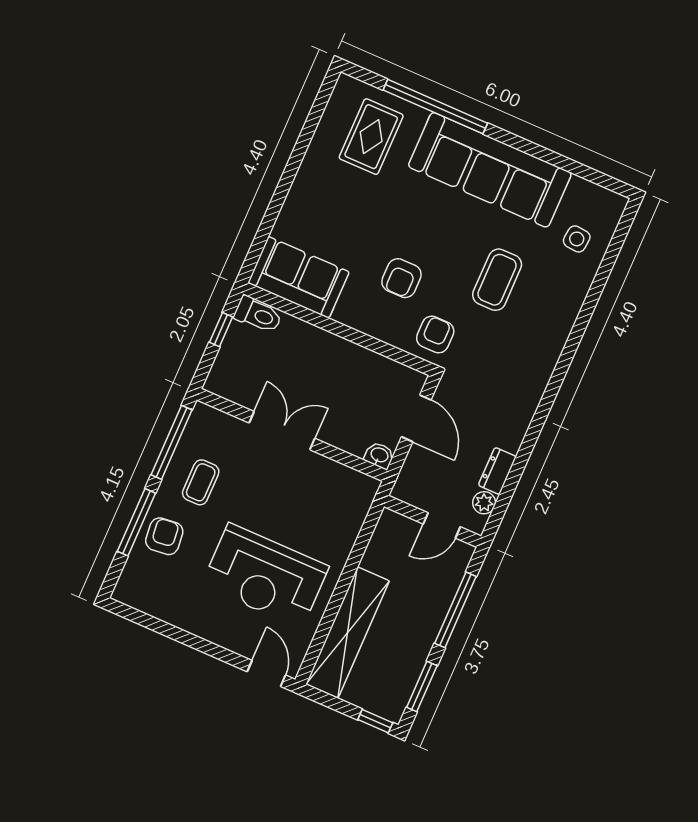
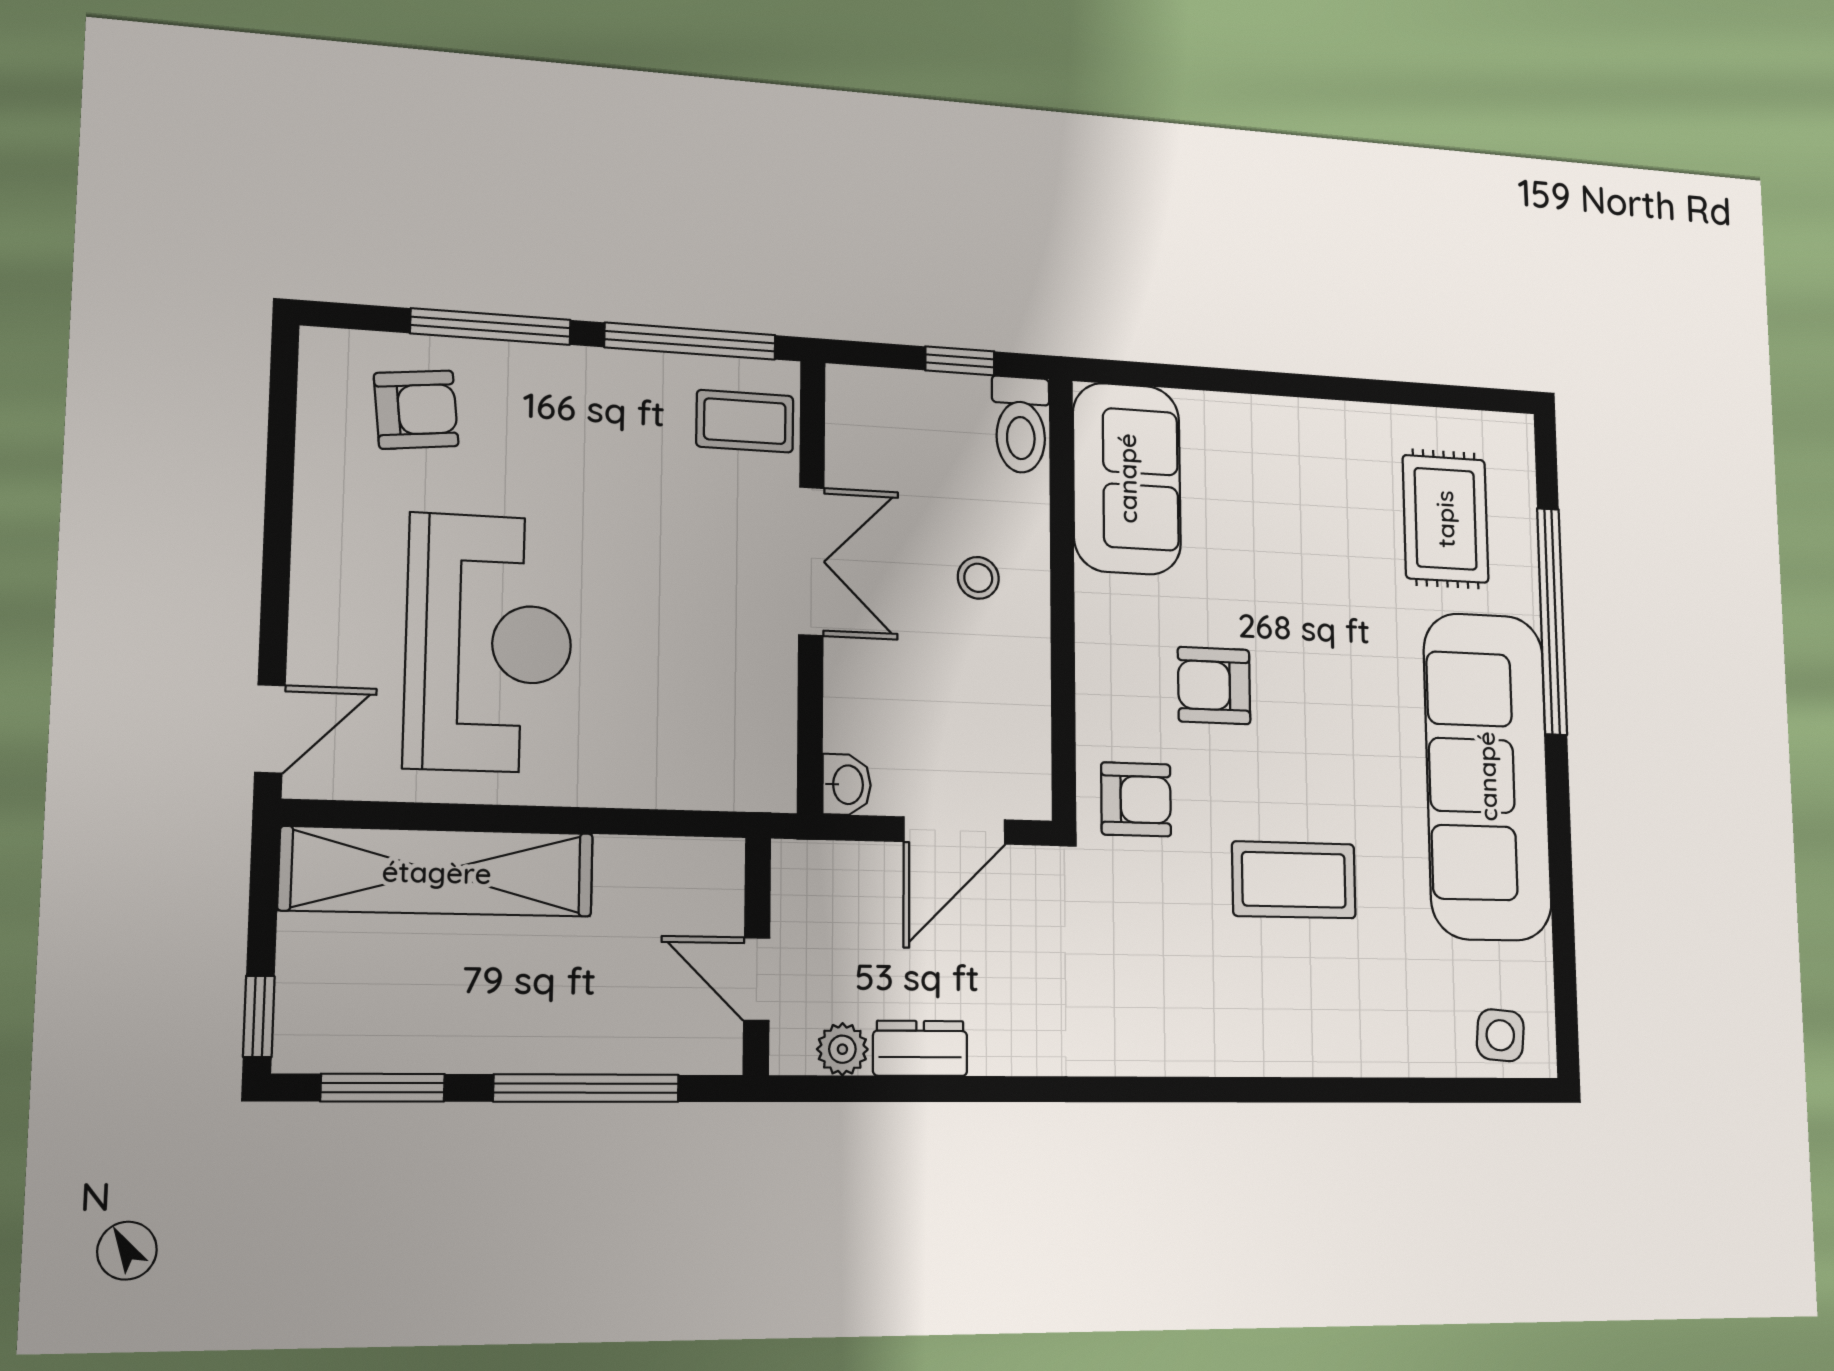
rug: (371, 137) -> (1445, 519), turned 90
side table: (577, 239) -> (1500, 1035), moved
stool: (316, 362) -> (978, 578), added
coffee table: (201, 482) -> (745, 421), moved
armchair: (164, 536) -> (416, 410), moved
reception desk: (265, 576) -> (489, 643), turned 180

